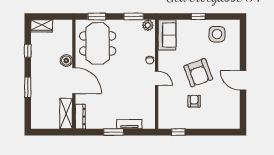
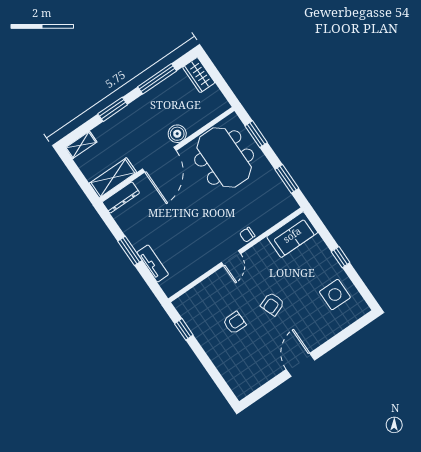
plant: (148, 25) -> (288, 203), removed
meeting table: (98, 43) -> (224, 158), turned 90
window: (28, 51) -> (157, 79), width x2.17
armchair: (198, 73) -> (272, 304), width x0.53, depth x0.53
shelving: (36, 119) -> (81, 145), added

